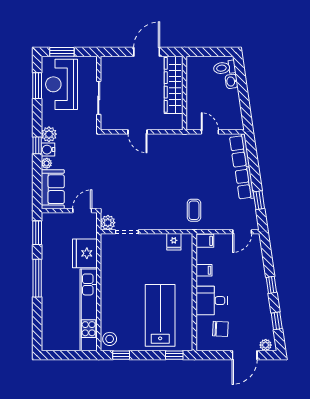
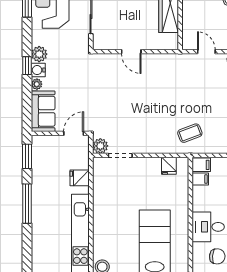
coffee table: (194, 210) -> (190, 133), turned 69
fridge: (85, 253) -> (80, 178), width x0.53, depth x0.75
filing cabinet: (204, 270) -> (200, 179), moved

